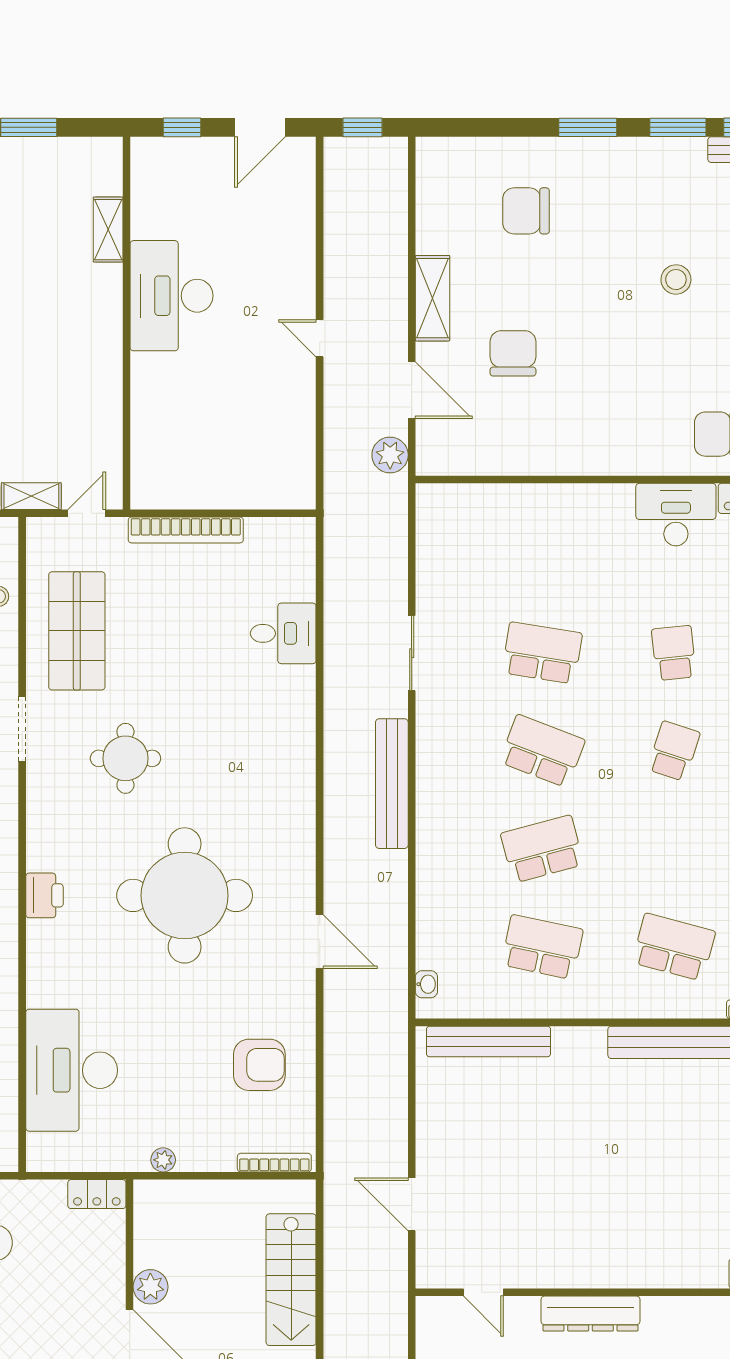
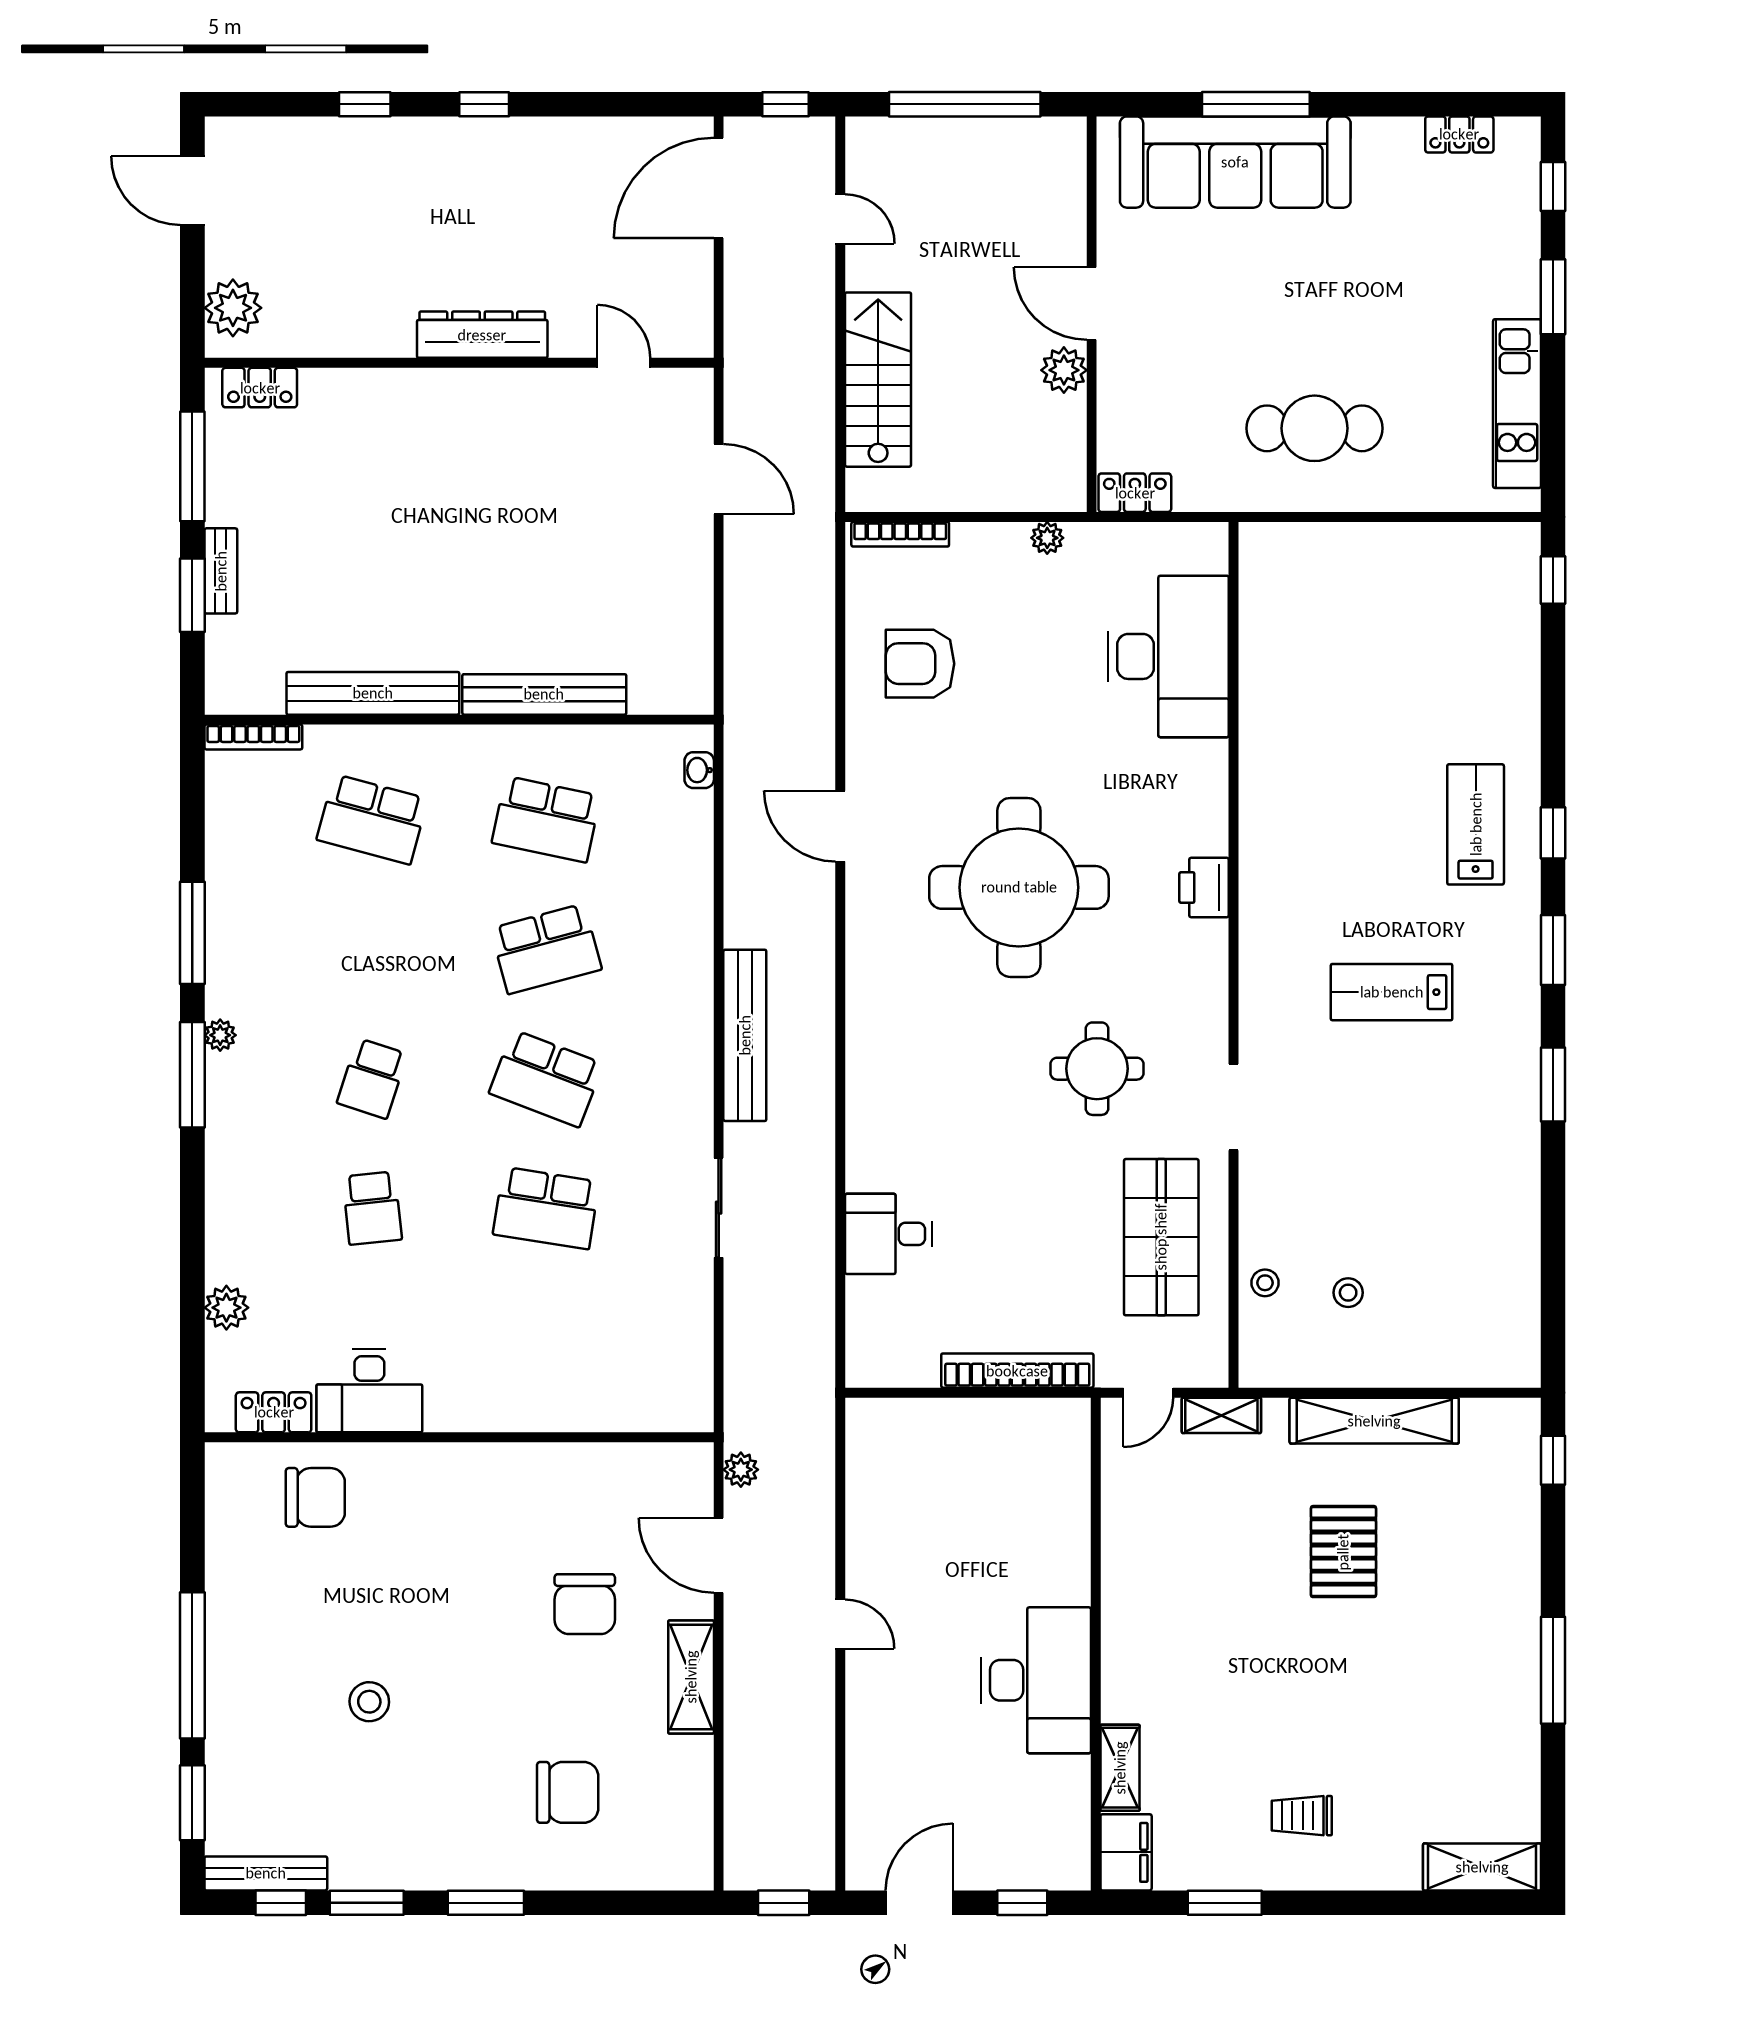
filing cabinet: (103, 166) -> (1126, 1852), added
plant: (390, 455) -> (741, 1470), width x0.73, depth x0.73
bench: (489, 1041) -> (544, 694), moved

